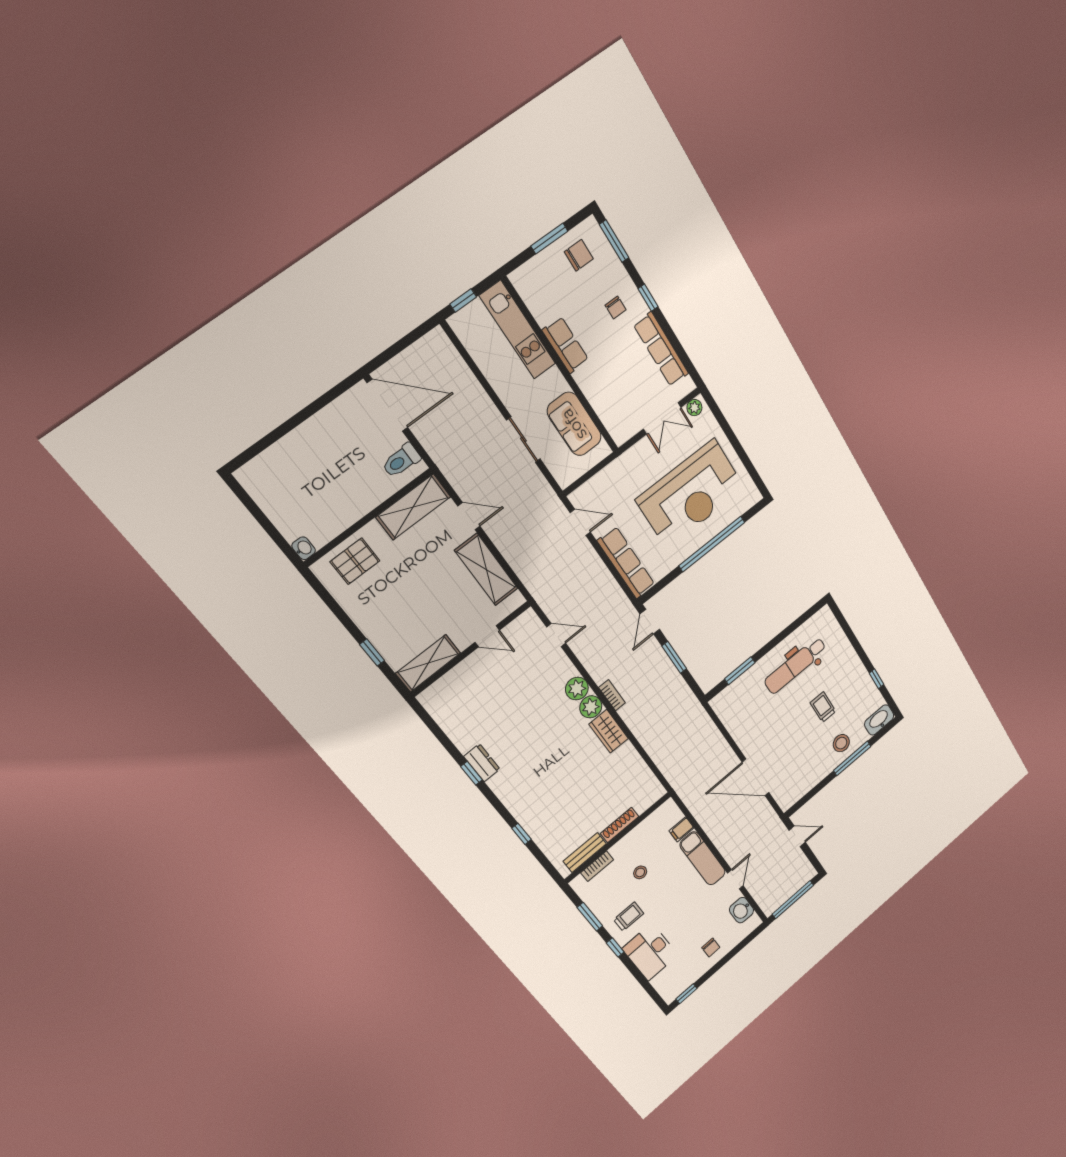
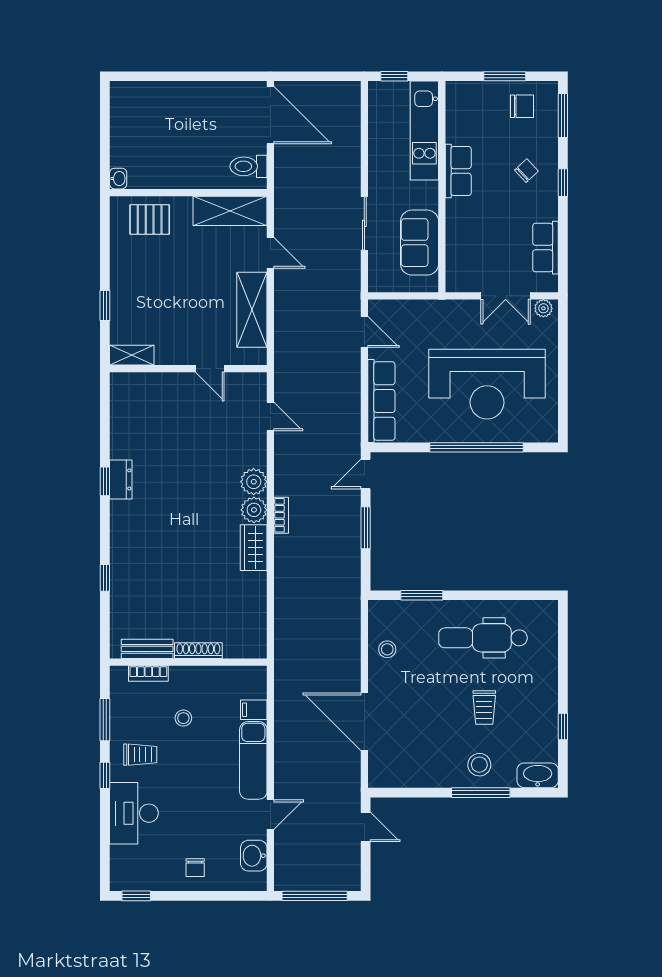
chair: (616, 307) -> (526, 171), turned -133
row of seats: (661, 349) -> (545, 248), width x0.68
shelving: (428, 663) -> (132, 355), width x0.67, depth x0.75
trolley: (823, 707) -> (484, 708), turned 180
stool: (740, 722) -> (387, 649), added

